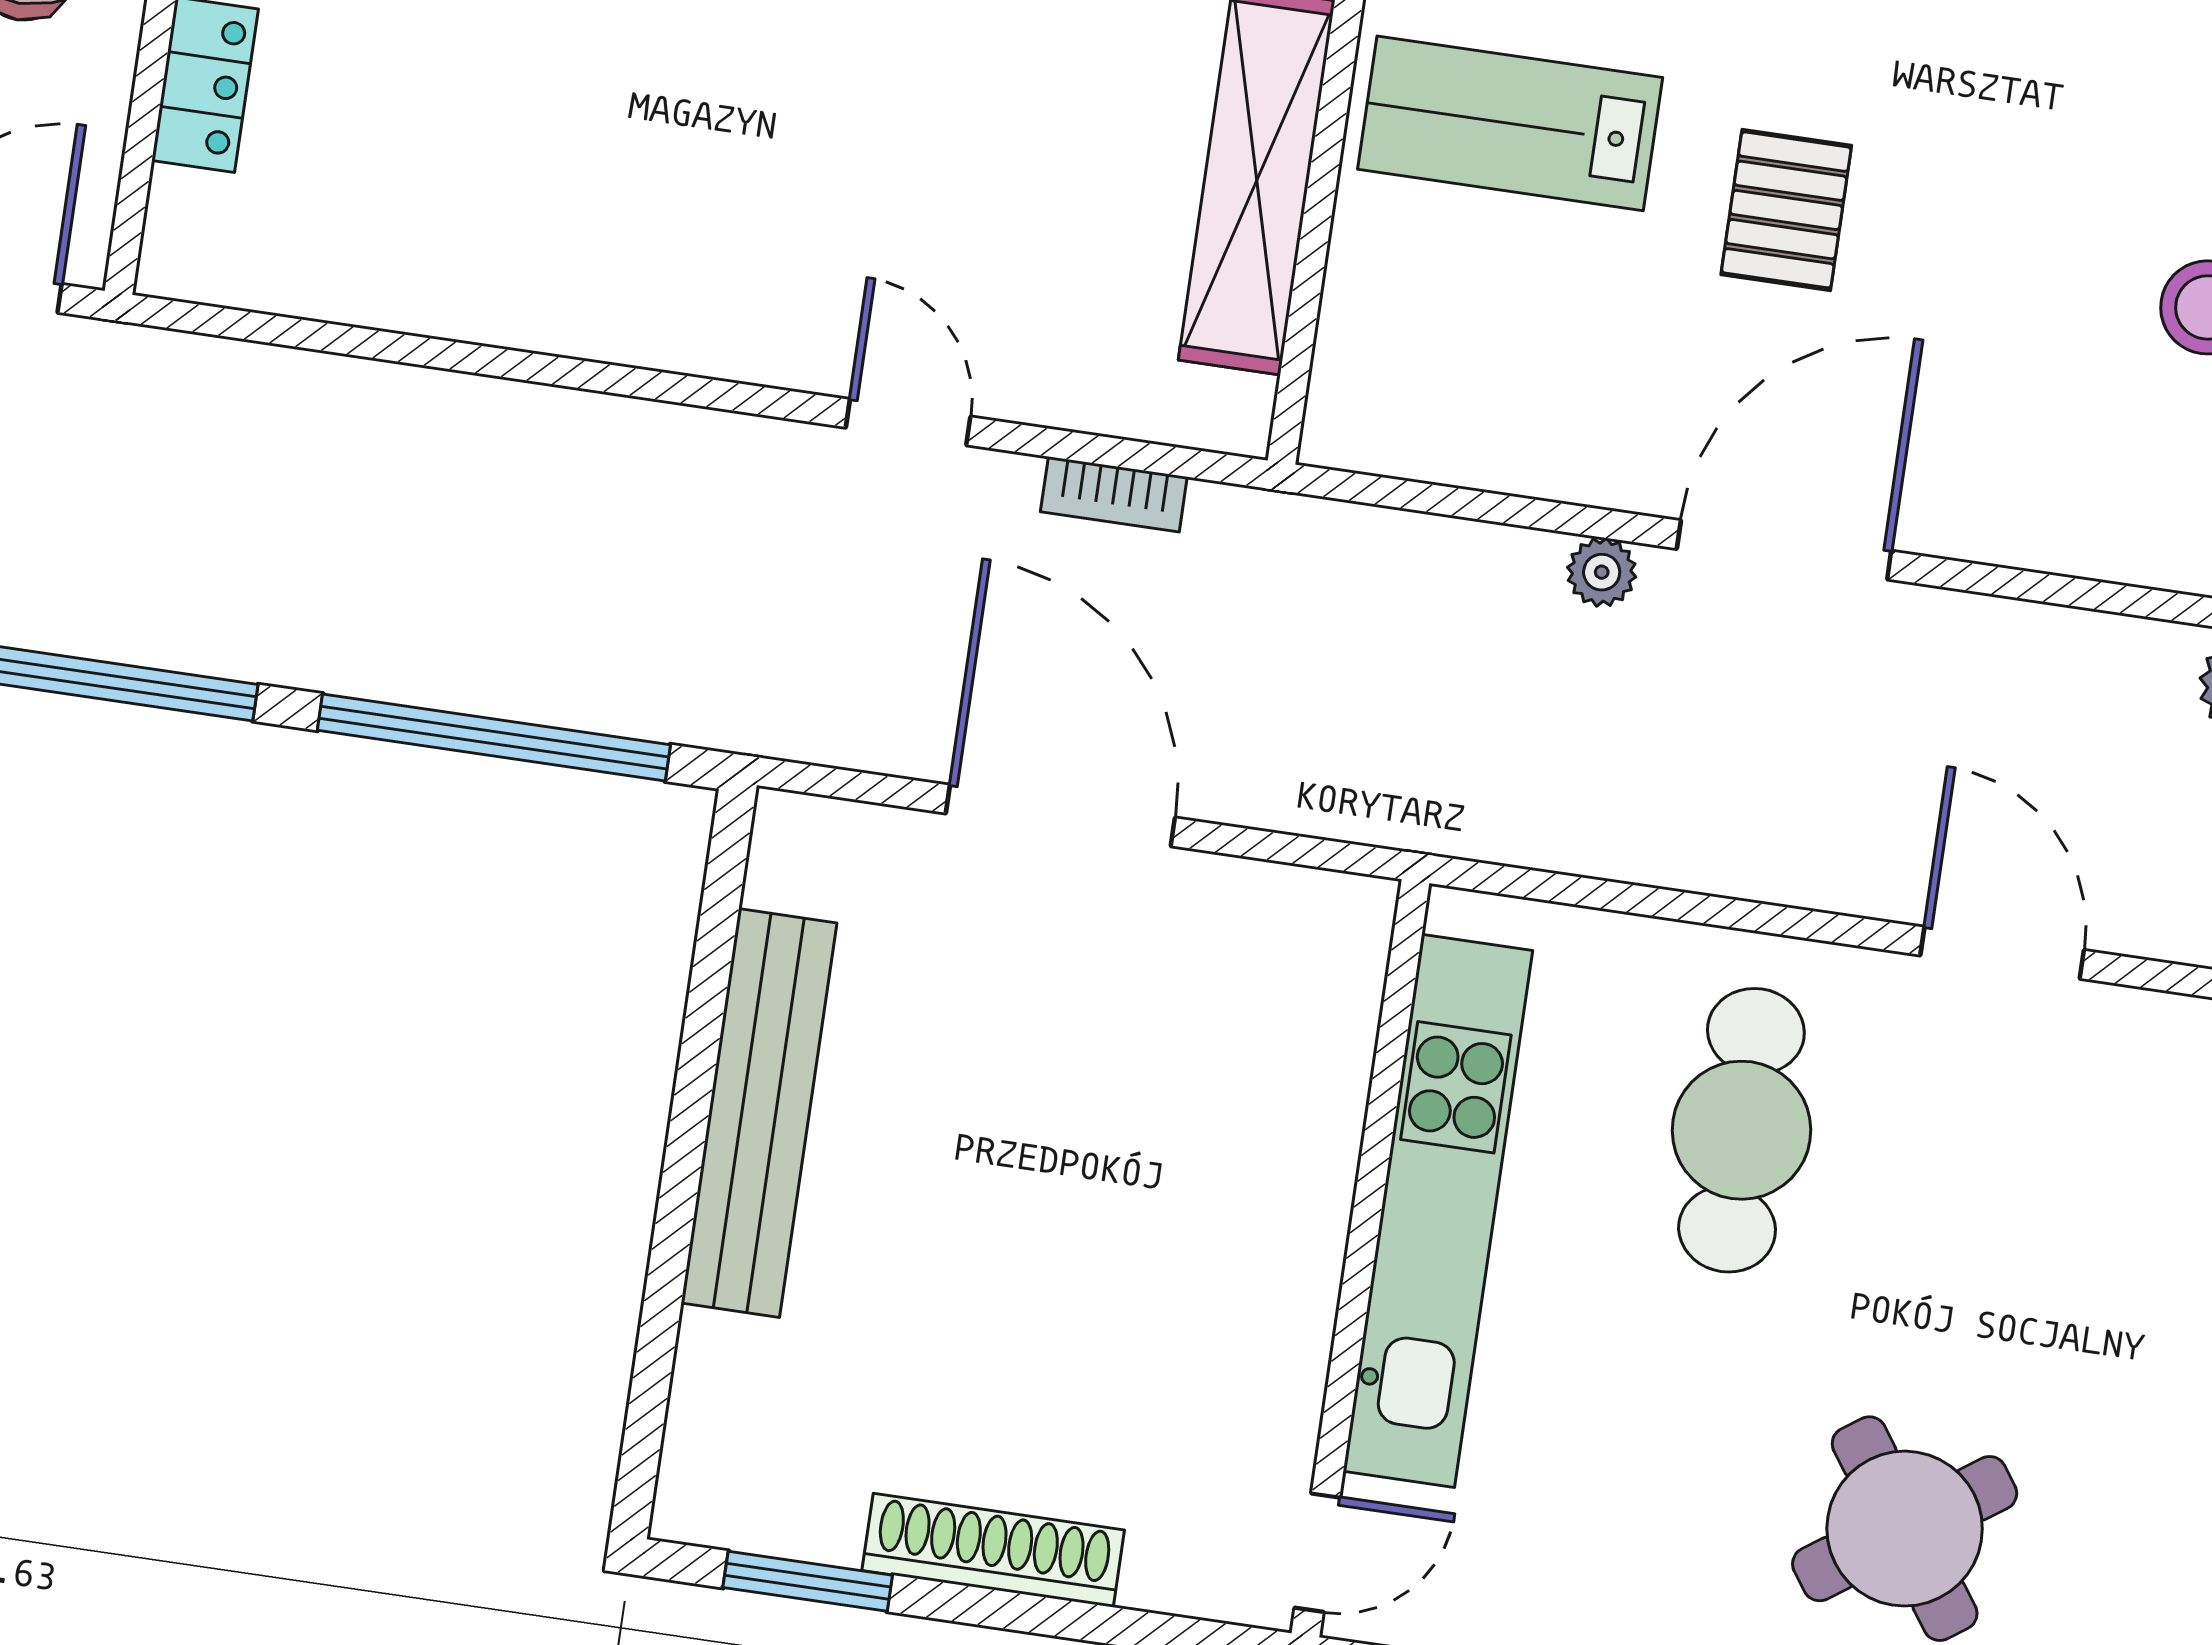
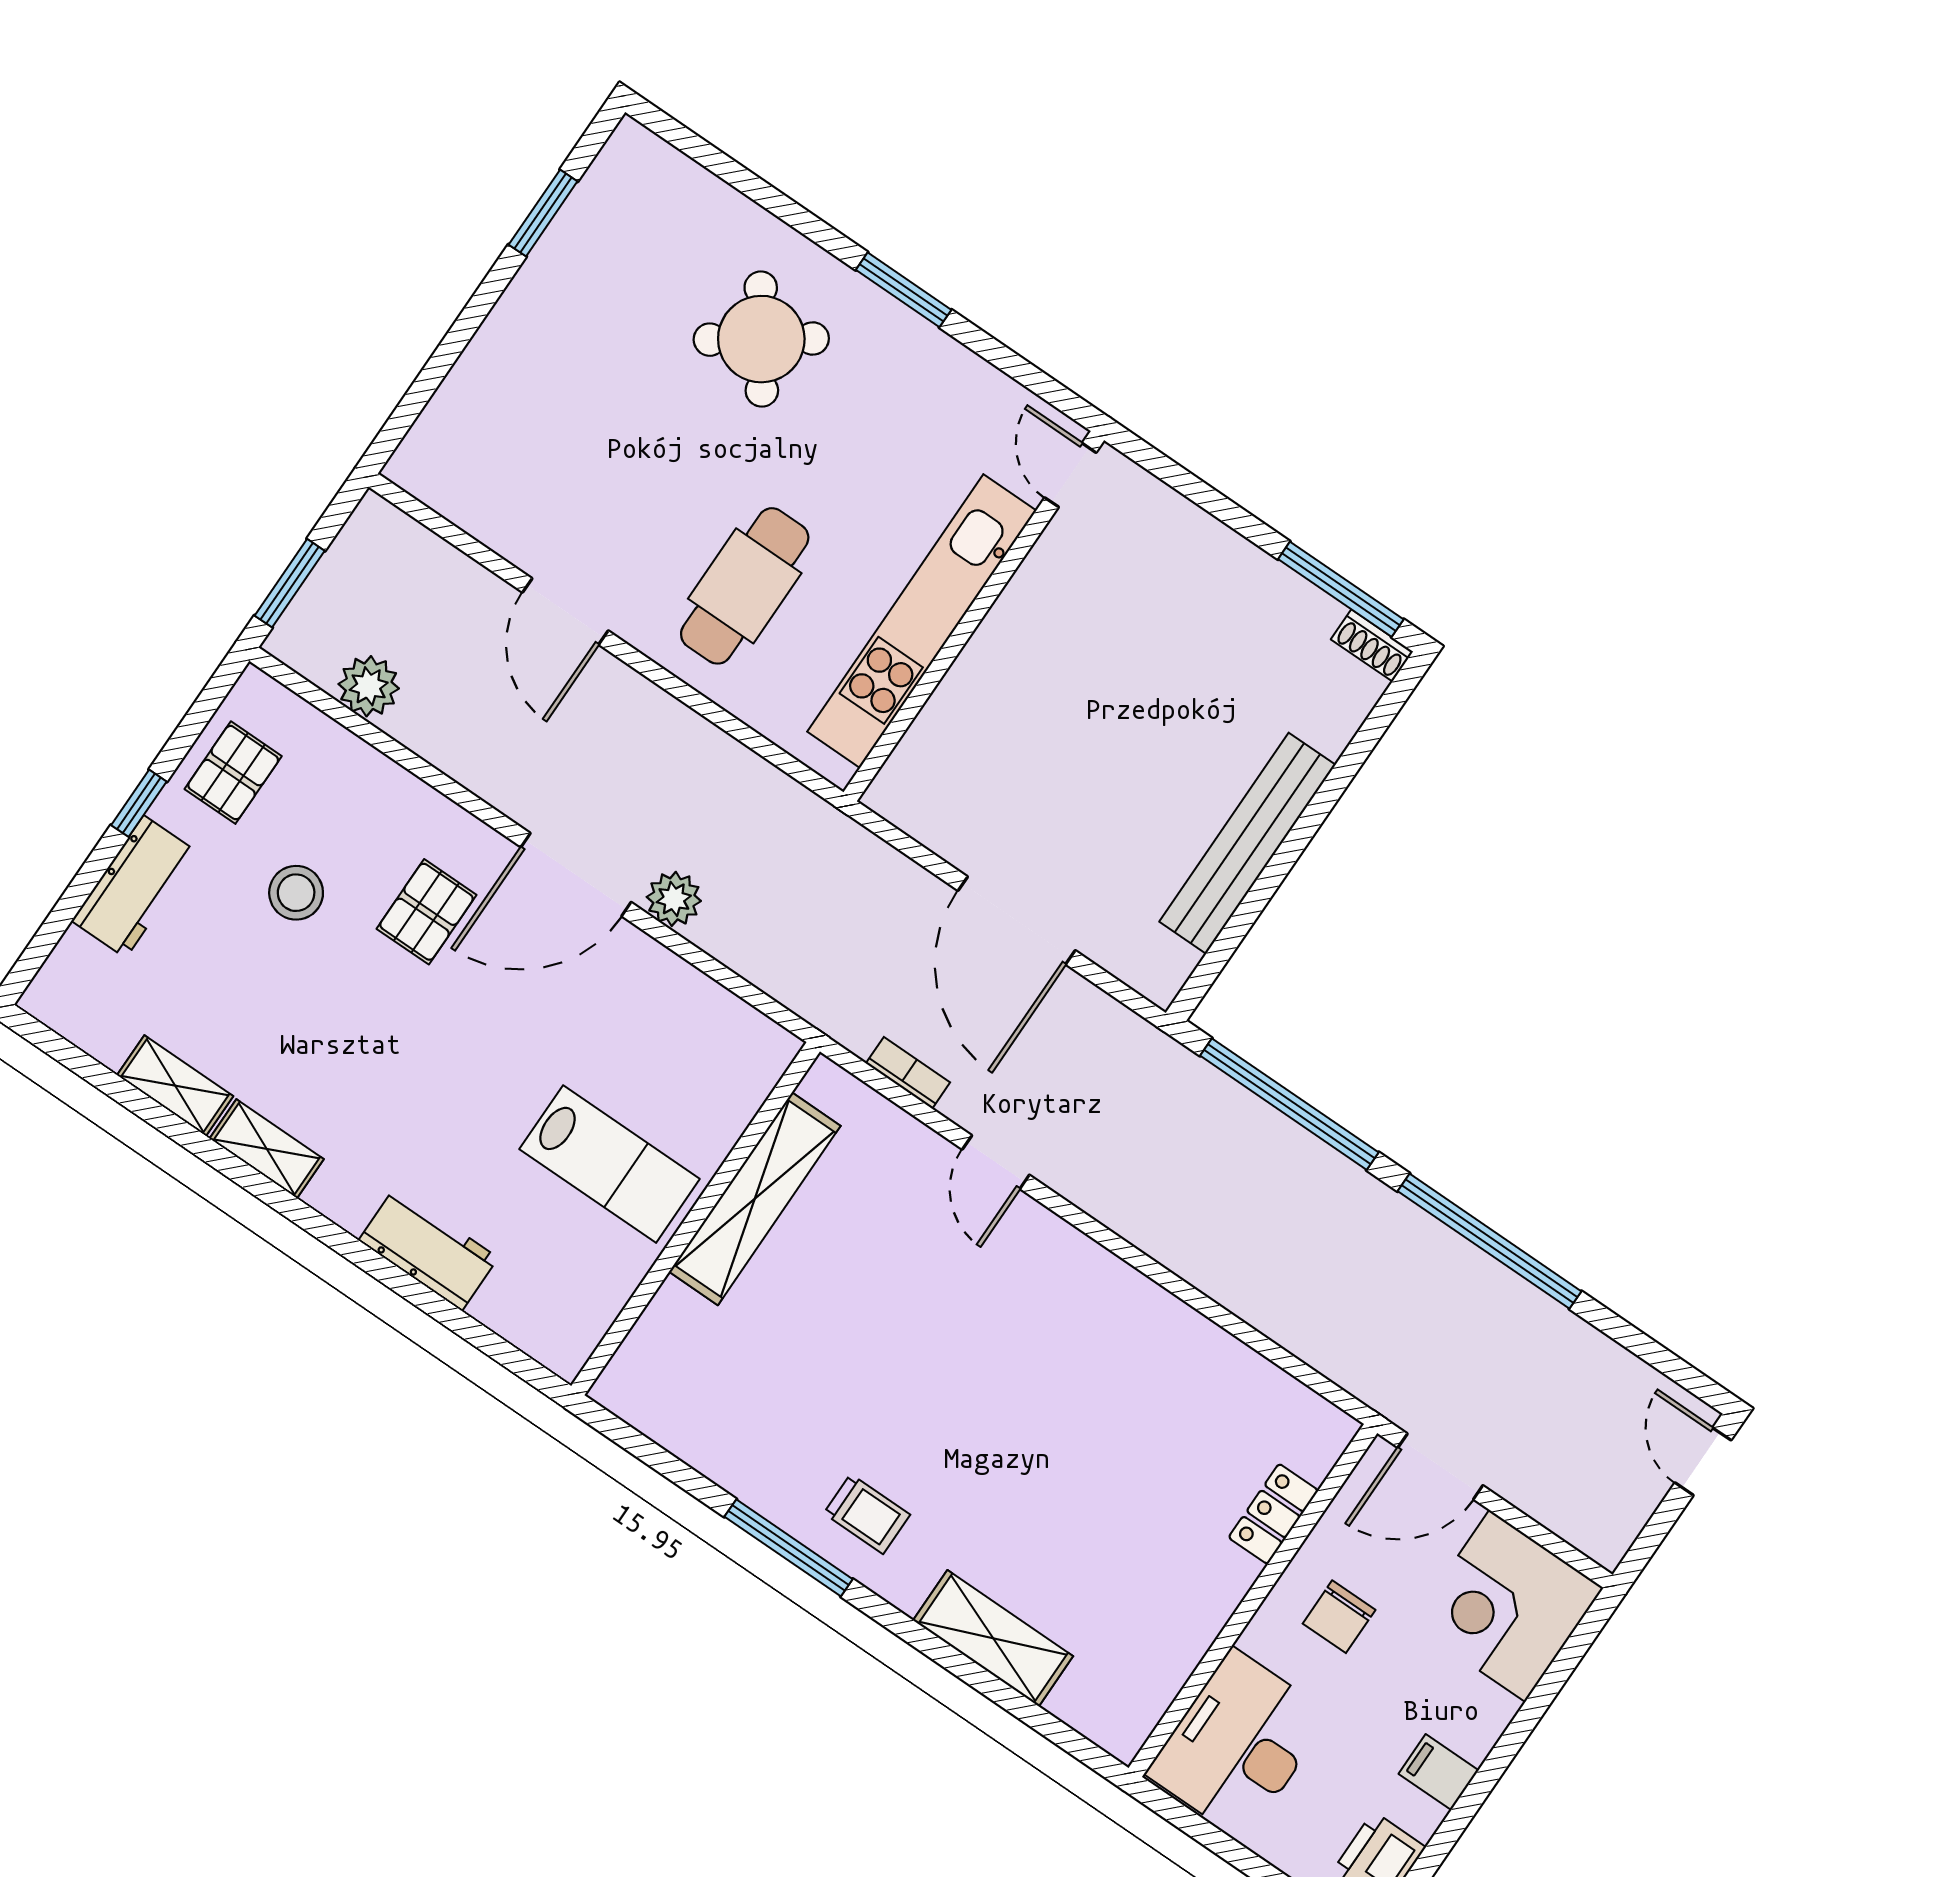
pallet: (1786, 210) -> (427, 912), moved
plant: (1602, 572) -> (674, 899), width x1.38, depth x1.38
shoe rack: (993, 1550) -> (1372, 645), moved, width x0.51, depth x0.81
door: (1317, 1553) -> (1070, 475), hinge flipped
window: (808, 1581) -> (1341, 589), width x1.44

